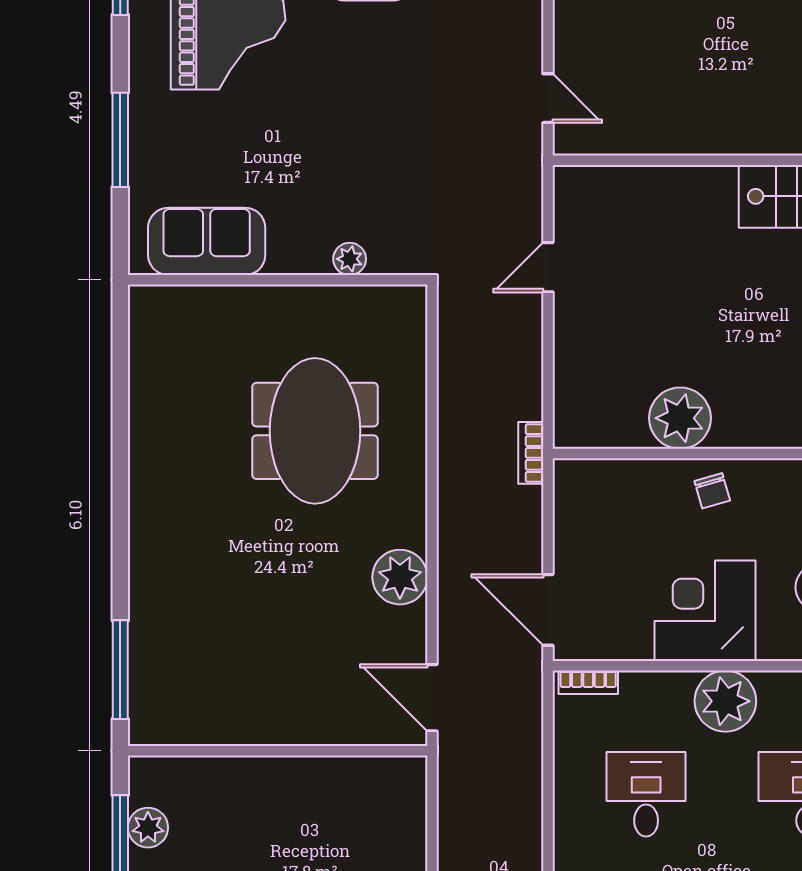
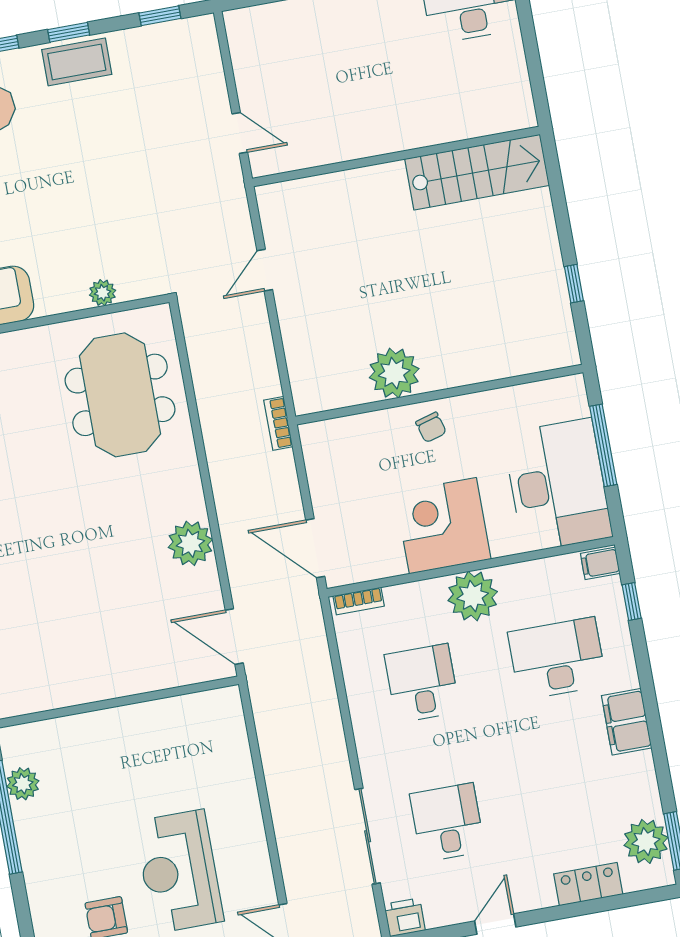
meeting table: (315, 431) -> (120, 395), moved

